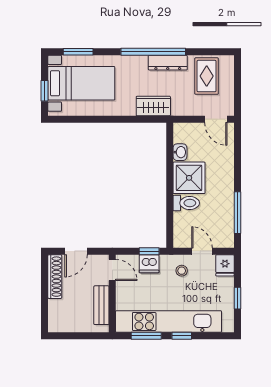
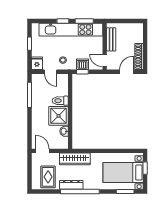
wardrobe: (153, 106) -> (75, 159), width x1.50

